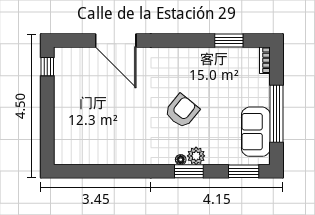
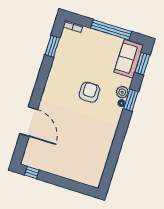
door: (116, 41) -> (29, 121), hinge flipped
armchair: (182, 111) -> (89, 92), turned 51
sofa: (256, 132) -> (129, 59), moved, turned 90

